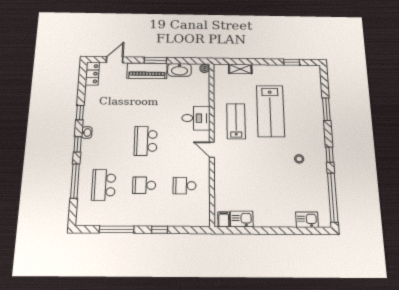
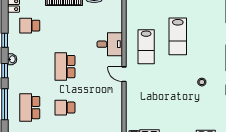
lab bench: (270, 111) -> (178, 36), width x0.73, depth x0.72
lab bench: (236, 121) -> (146, 47), turned 180
school desk: (185, 186) -> (30, 26), moved

